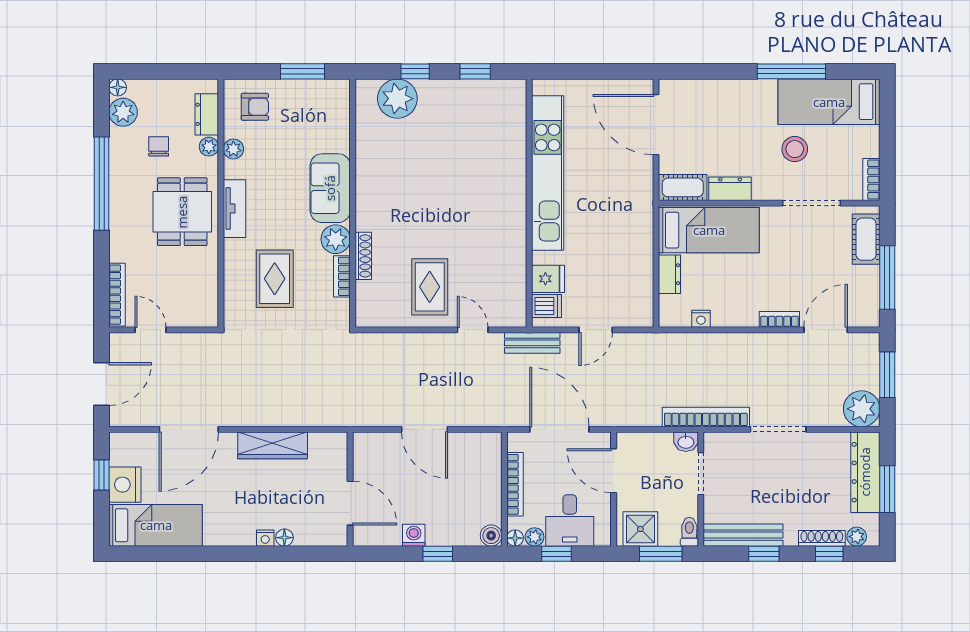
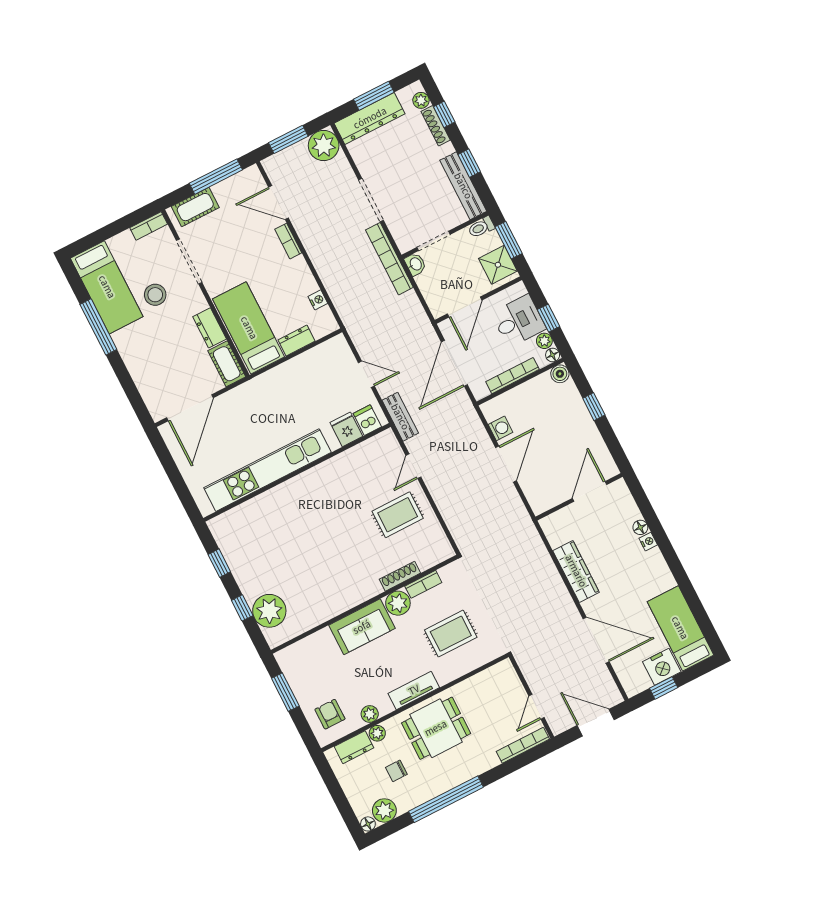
washing machine: (414, 535) -> (500, 428), moved, turned 180

